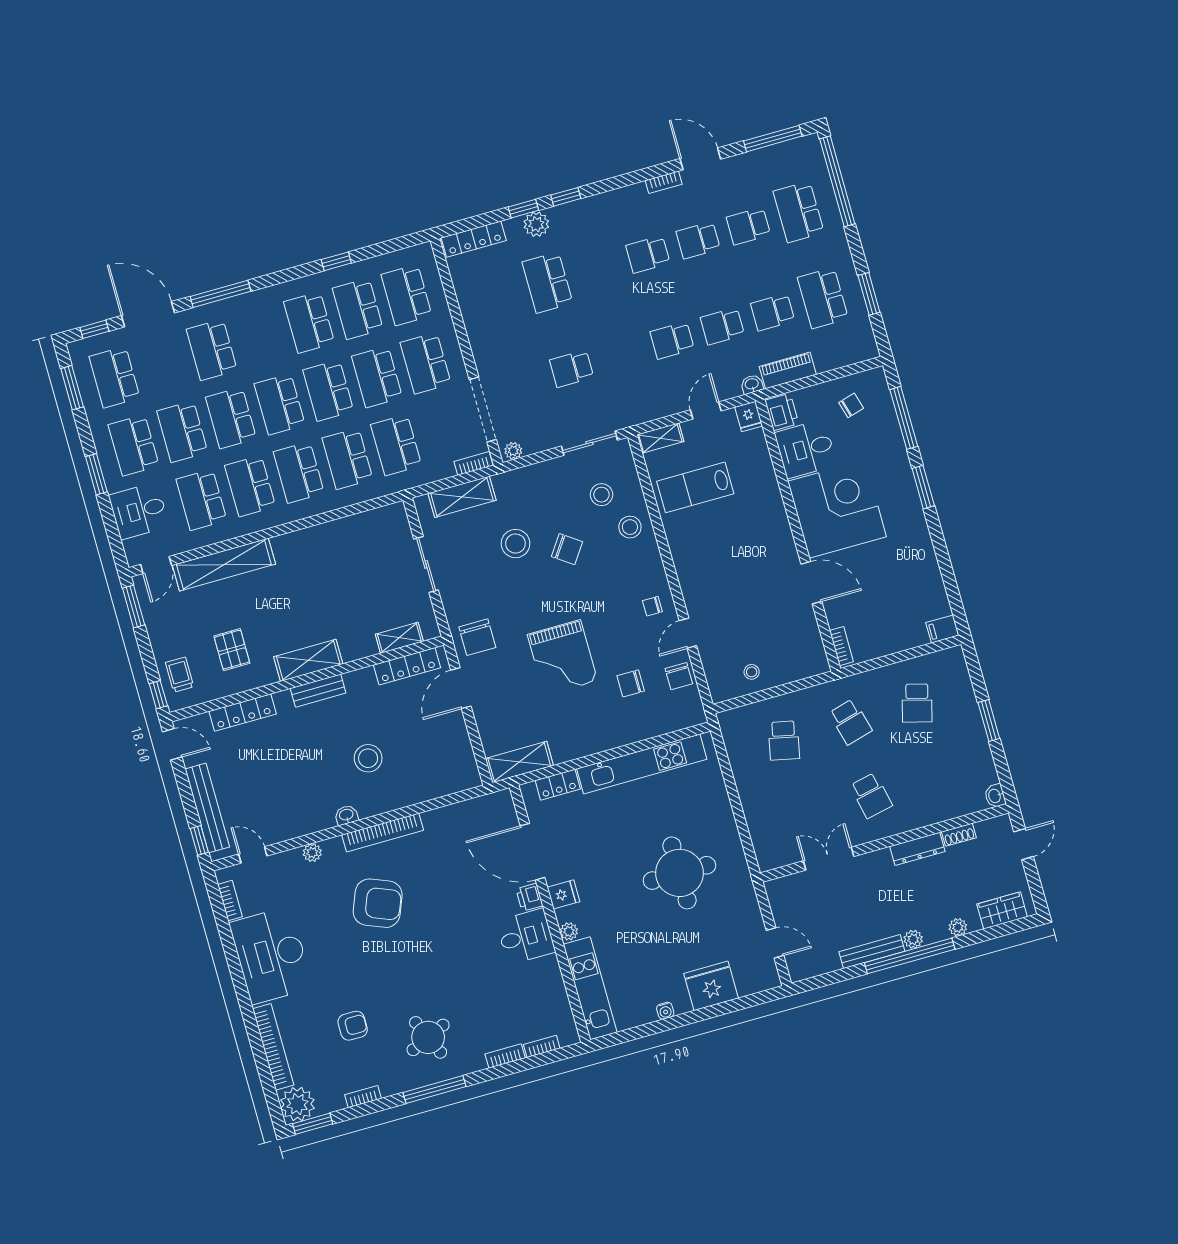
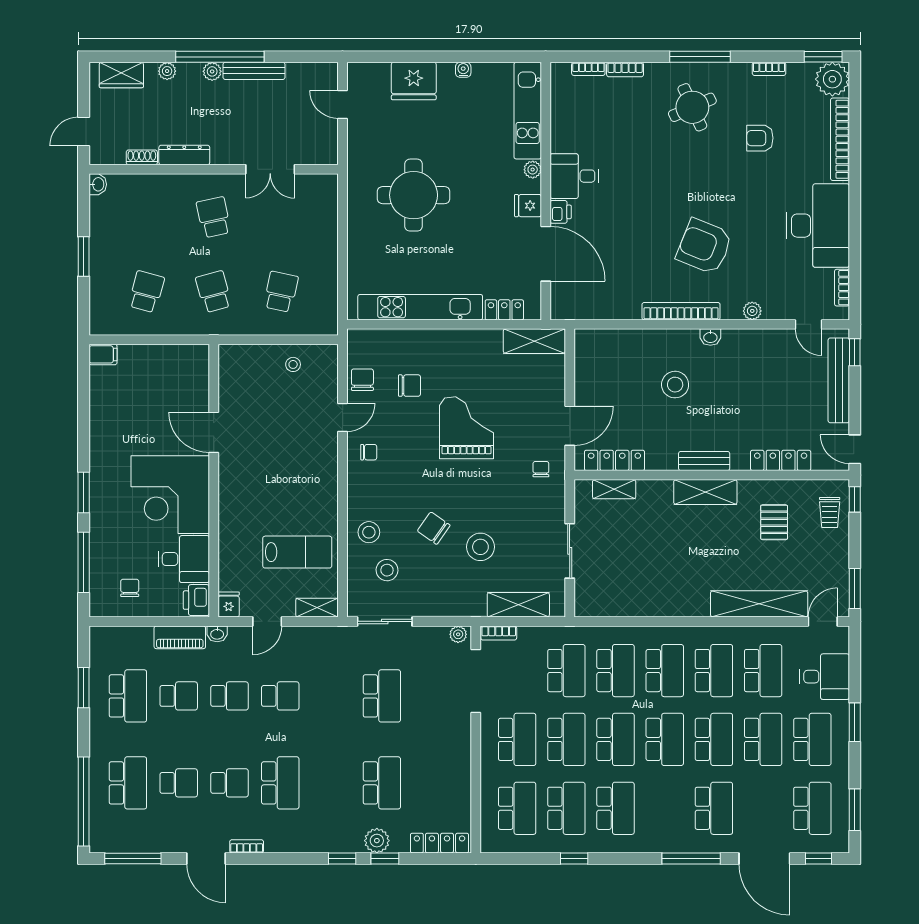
school desk: (648, 254) -> (280, 783), width x1.85
school desk: (572, 369) -> (382, 696), width x1.85
chair: (851, 405) -> (130, 588), turned 106
chair: (477, 637) -> (541, 469), width x0.54, depth x0.54
bookcase: (841, 646) -> (202, 365), removed

